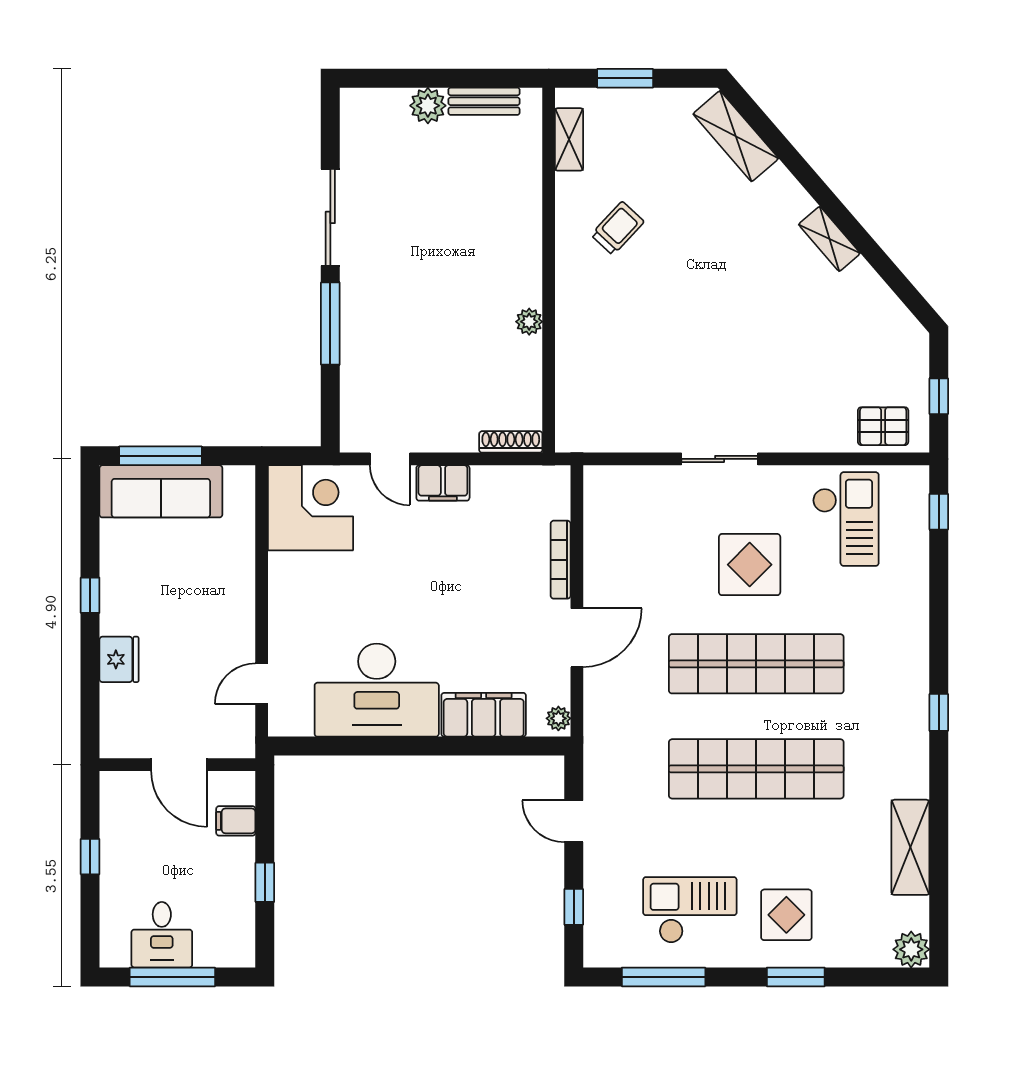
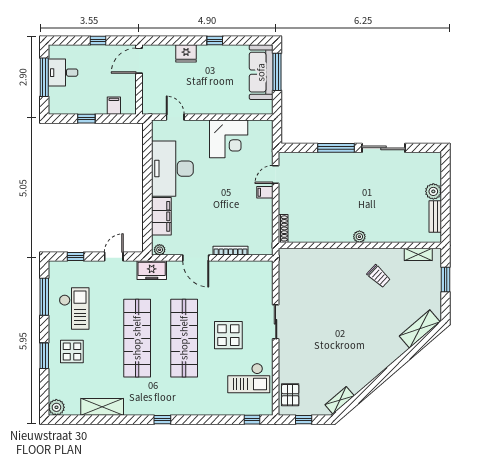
shelving: (829, 239) -> (340, 400), moved
plant: (529, 322) -> (359, 237), moved
filing cabinet: (443, 483) -> (265, 192), width x0.50
corner desk: (310, 508) -> (229, 139), moved
freezer: (604, 736) -> (152, 270), added
door: (179, 765) -> (139, 61), moved

